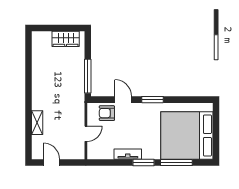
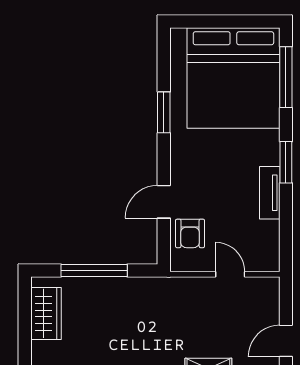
window: (88, 76) -> (94, 271), moved
window: (153, 100) -> (164, 112), moved
window: (176, 163) -> (286, 77), moved

